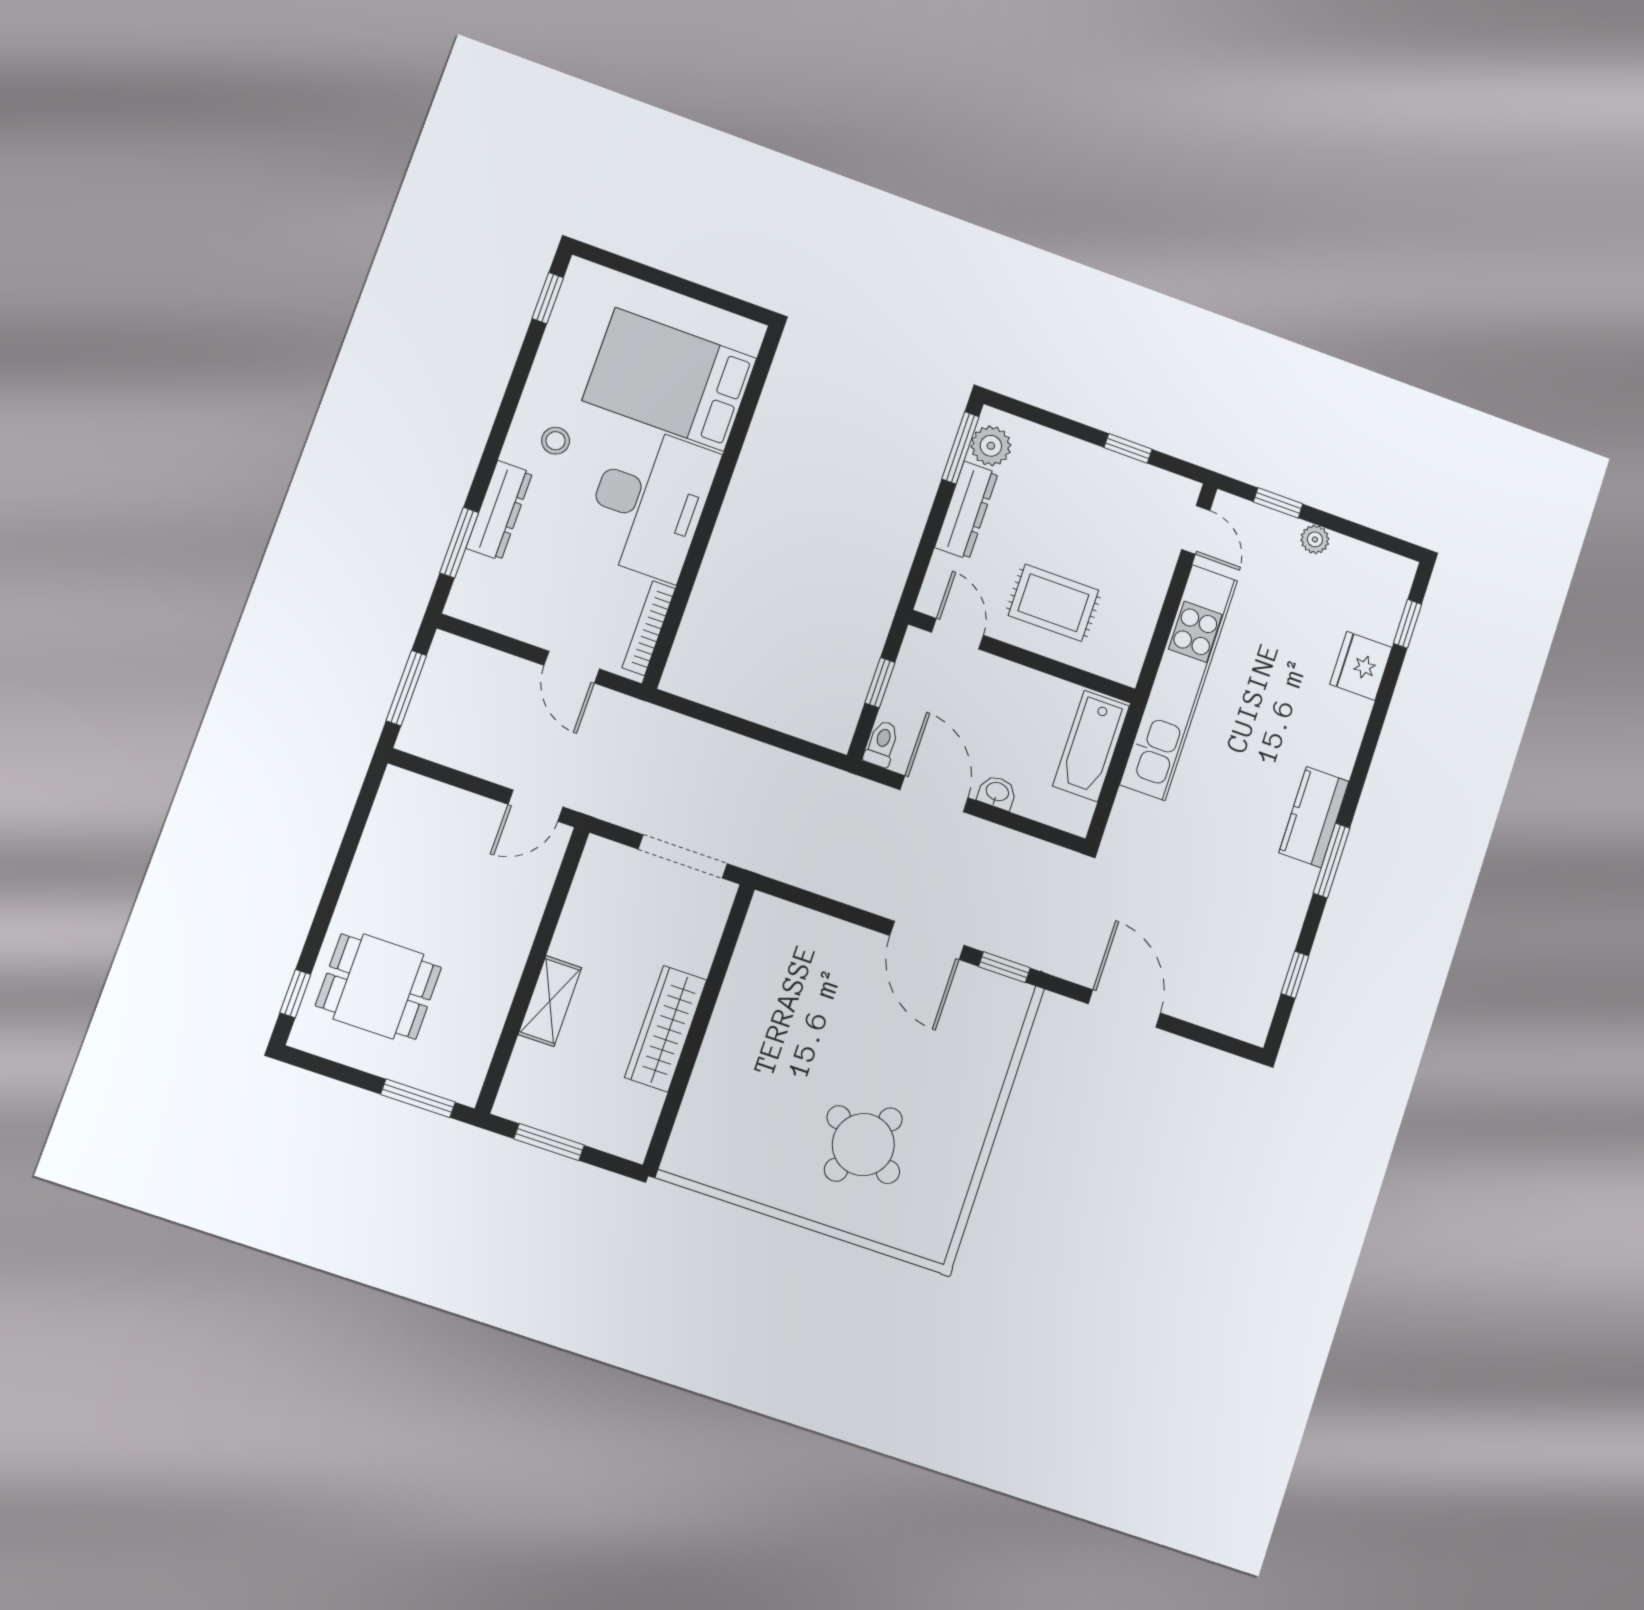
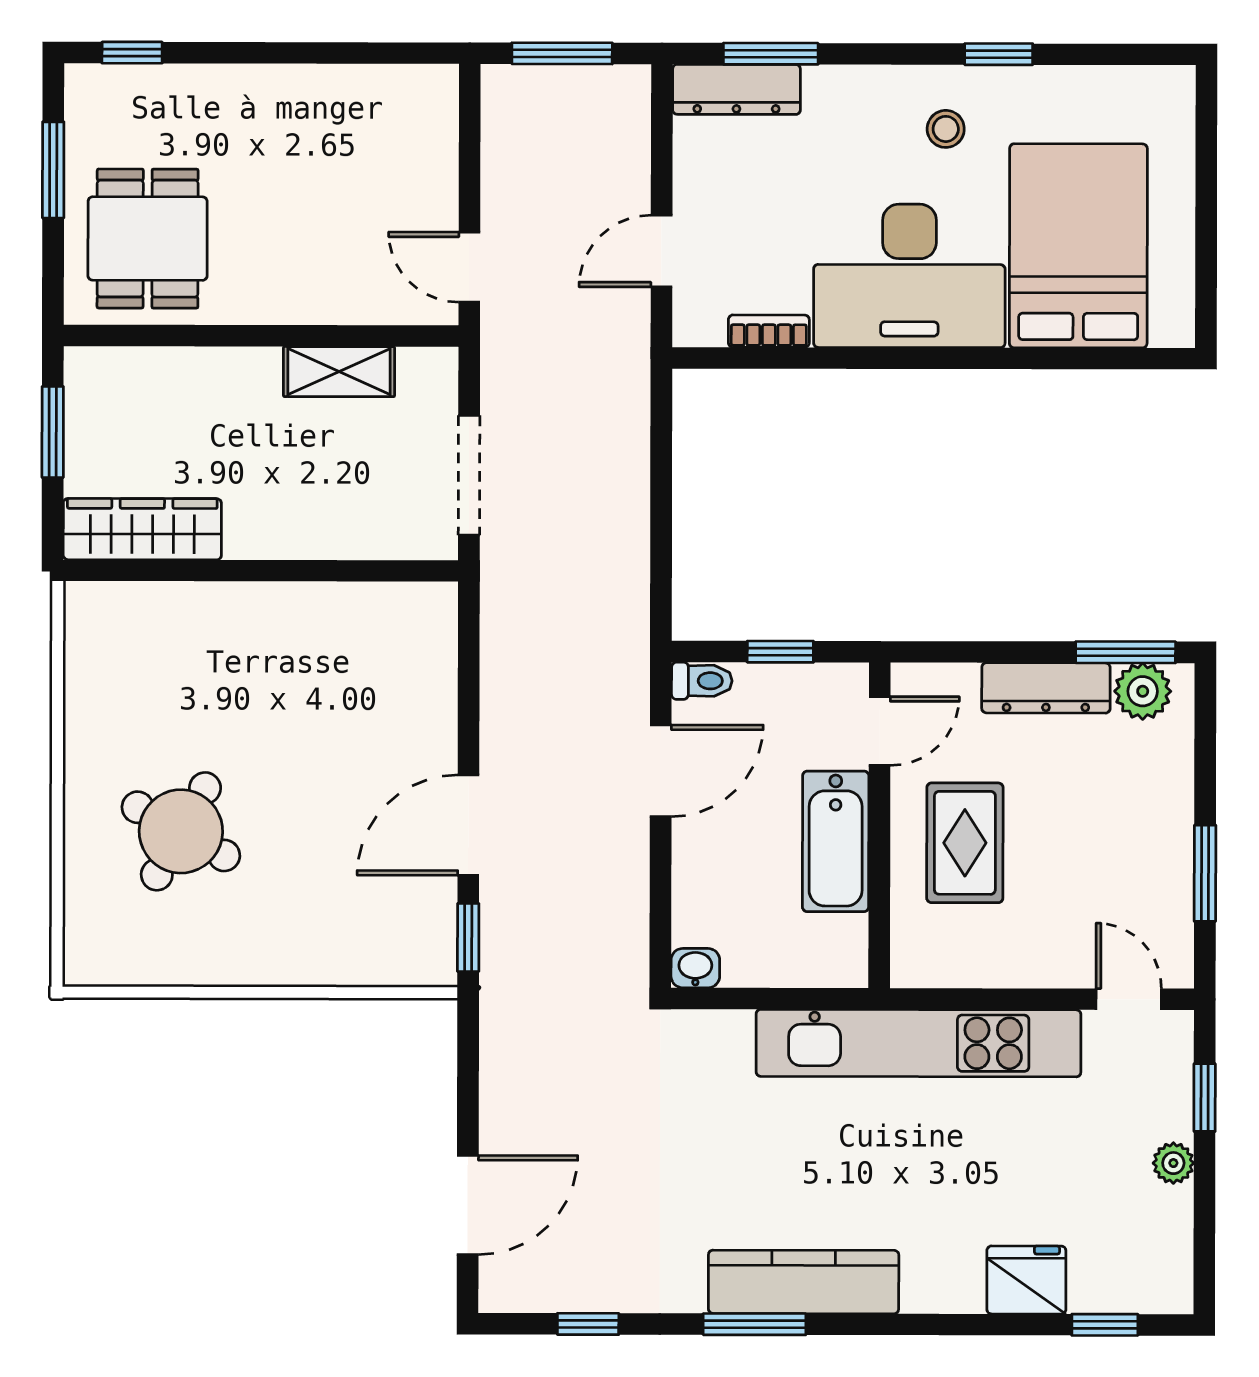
window: (548, 298) -> (999, 54), moved
window: (1128, 448) -> (1205, 873), width x1.50
dresser: (499, 510) -> (736, 89), moved
door: (1196, 530) -> (1129, 999), swing flipped
bookcase: (649, 628) -> (769, 331), width x0.64
bathtub: (1091, 746) -> (836, 841), moved, turned -90
washbasin: (997, 792) -> (695, 968), moved, turned -90
kitchen counter: (1314, 817) -> (804, 1282), width x1.50
dining table: (378, 987) -> (148, 239), moved
shelving: (550, 1001) -> (339, 372), moved
door: (1124, 1008) -> (468, 1205), moved
wardrobe: (666, 1029) -> (142, 529), moved
window: (418, 1098) -> (53, 170), moved

